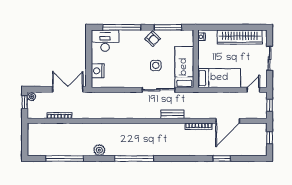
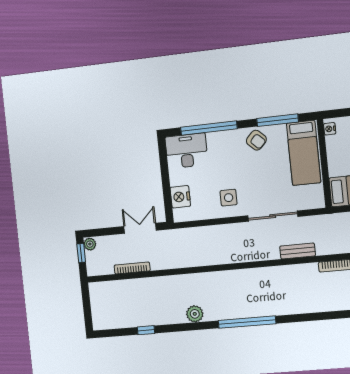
side table: (156, 65) -> (229, 198), moved
bed: (184, 67) -> (304, 153), moved, turned 180
double door: (68, 89) -> (140, 228), width x0.73
window: (65, 158) -> (146, 330), width x0.32

